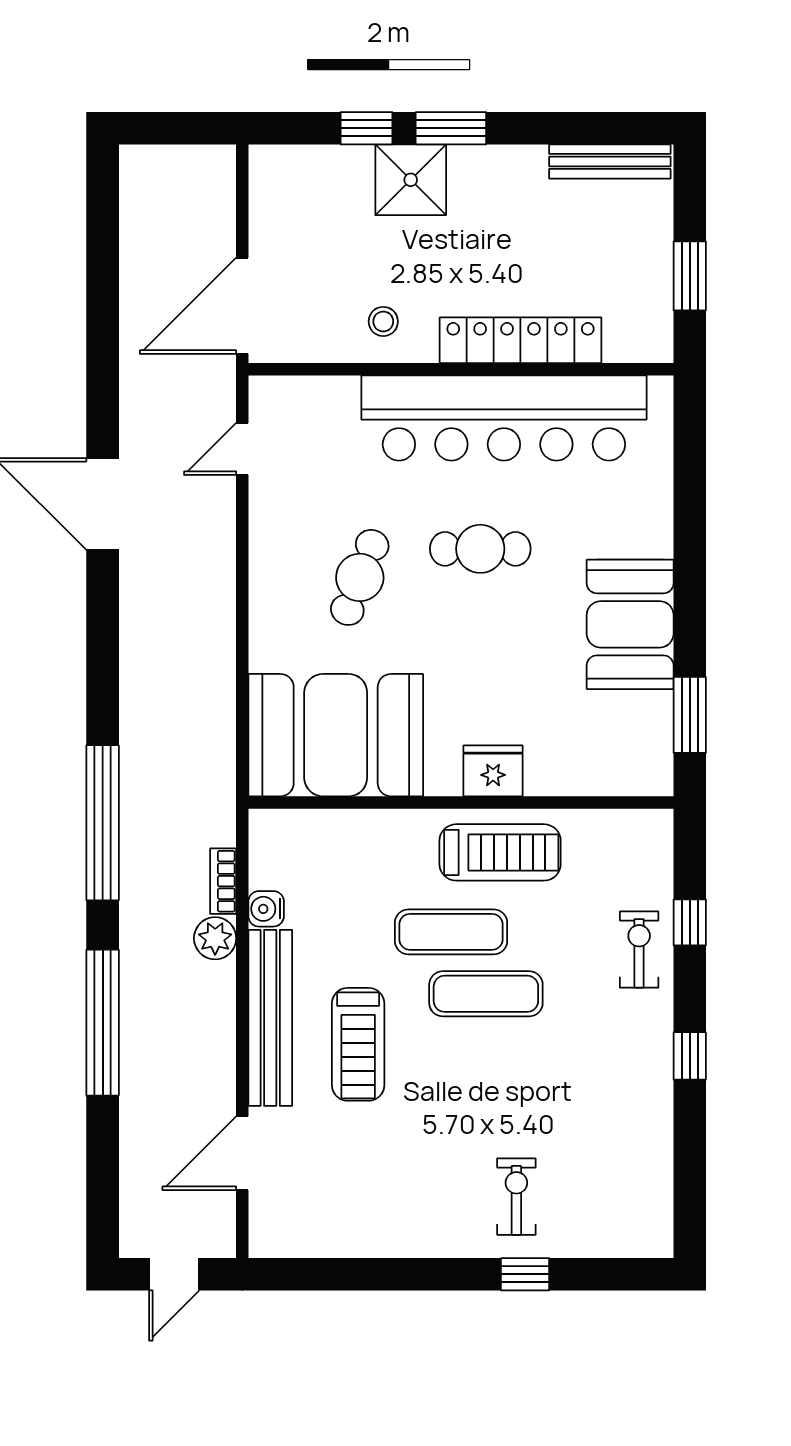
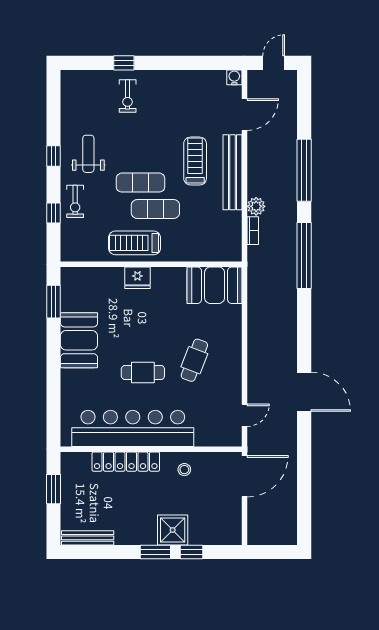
booth: (336, 735) -> (215, 285), width x0.73, depth x0.70
water cooler: (266, 909) -> (234, 77), moved, turned -90
weight bench: (608, 1061) -> (88, 154), added

